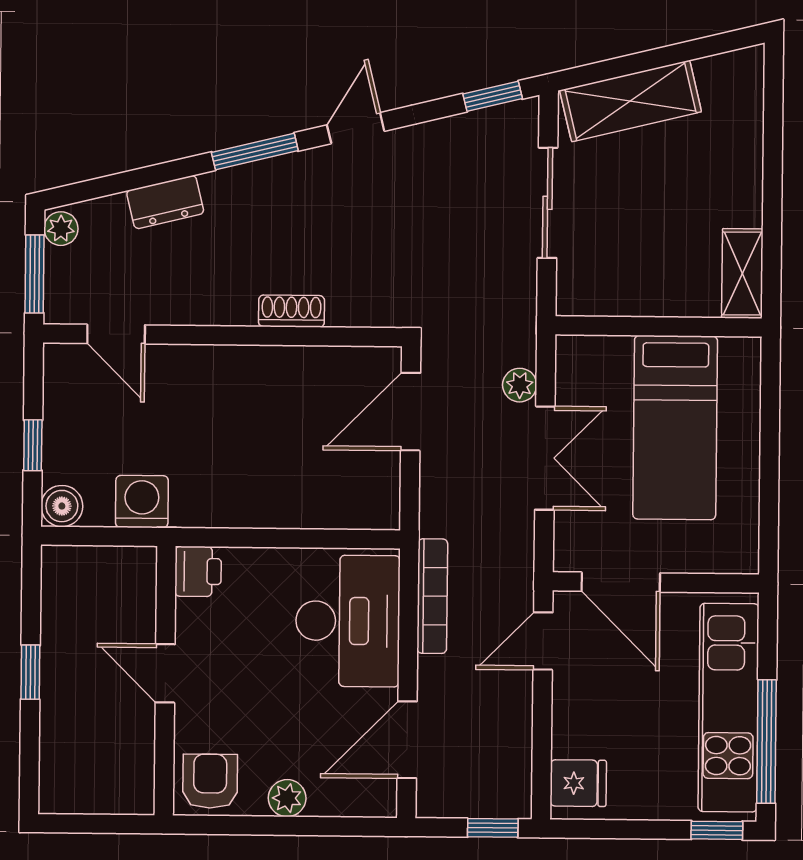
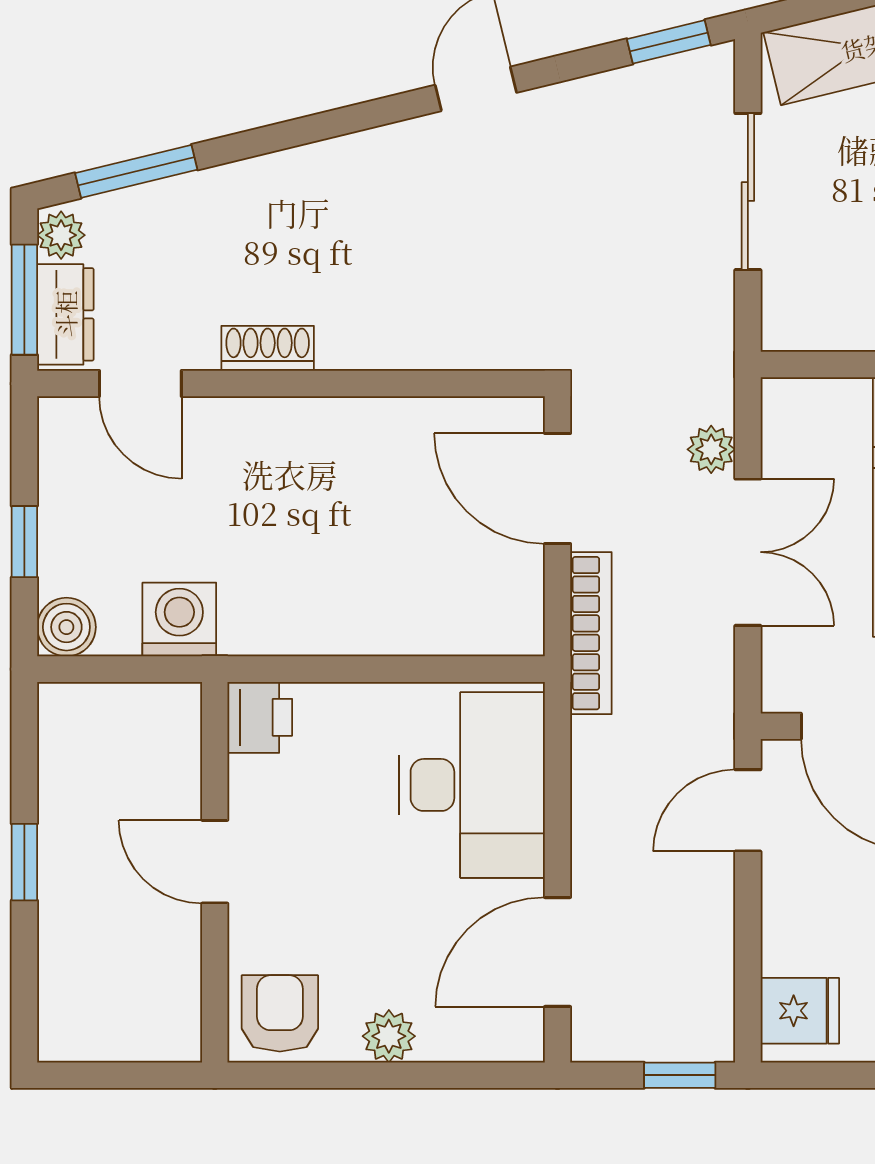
window: (255, 151) -> (136, 171), moved
dresser: (165, 202) -> (65, 314), moved, turned -76
shoe rack: (291, 311) -> (268, 348), moved
door: (411, 412) -> (557, 489), hinge flipped
bookcase: (432, 596) -> (591, 633), moved

